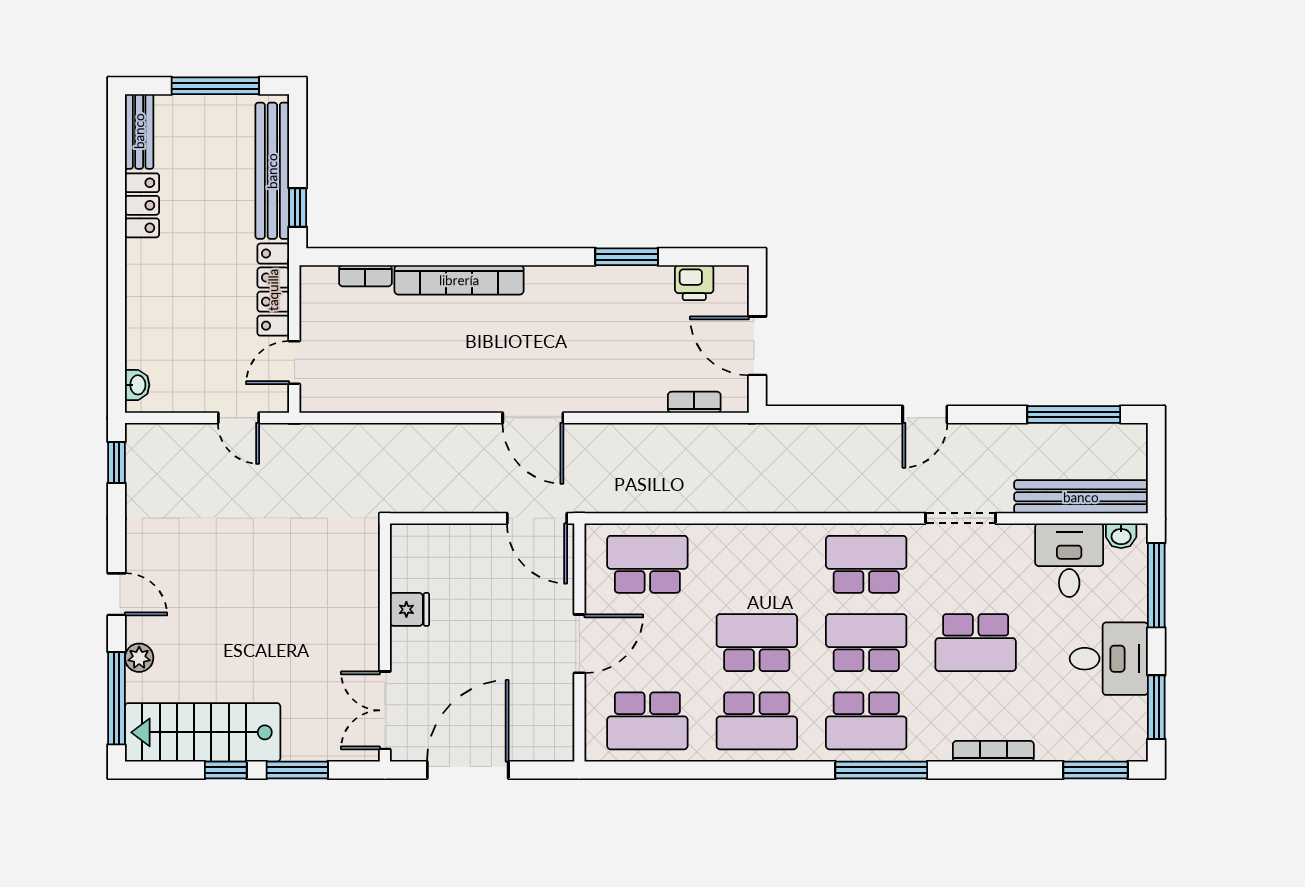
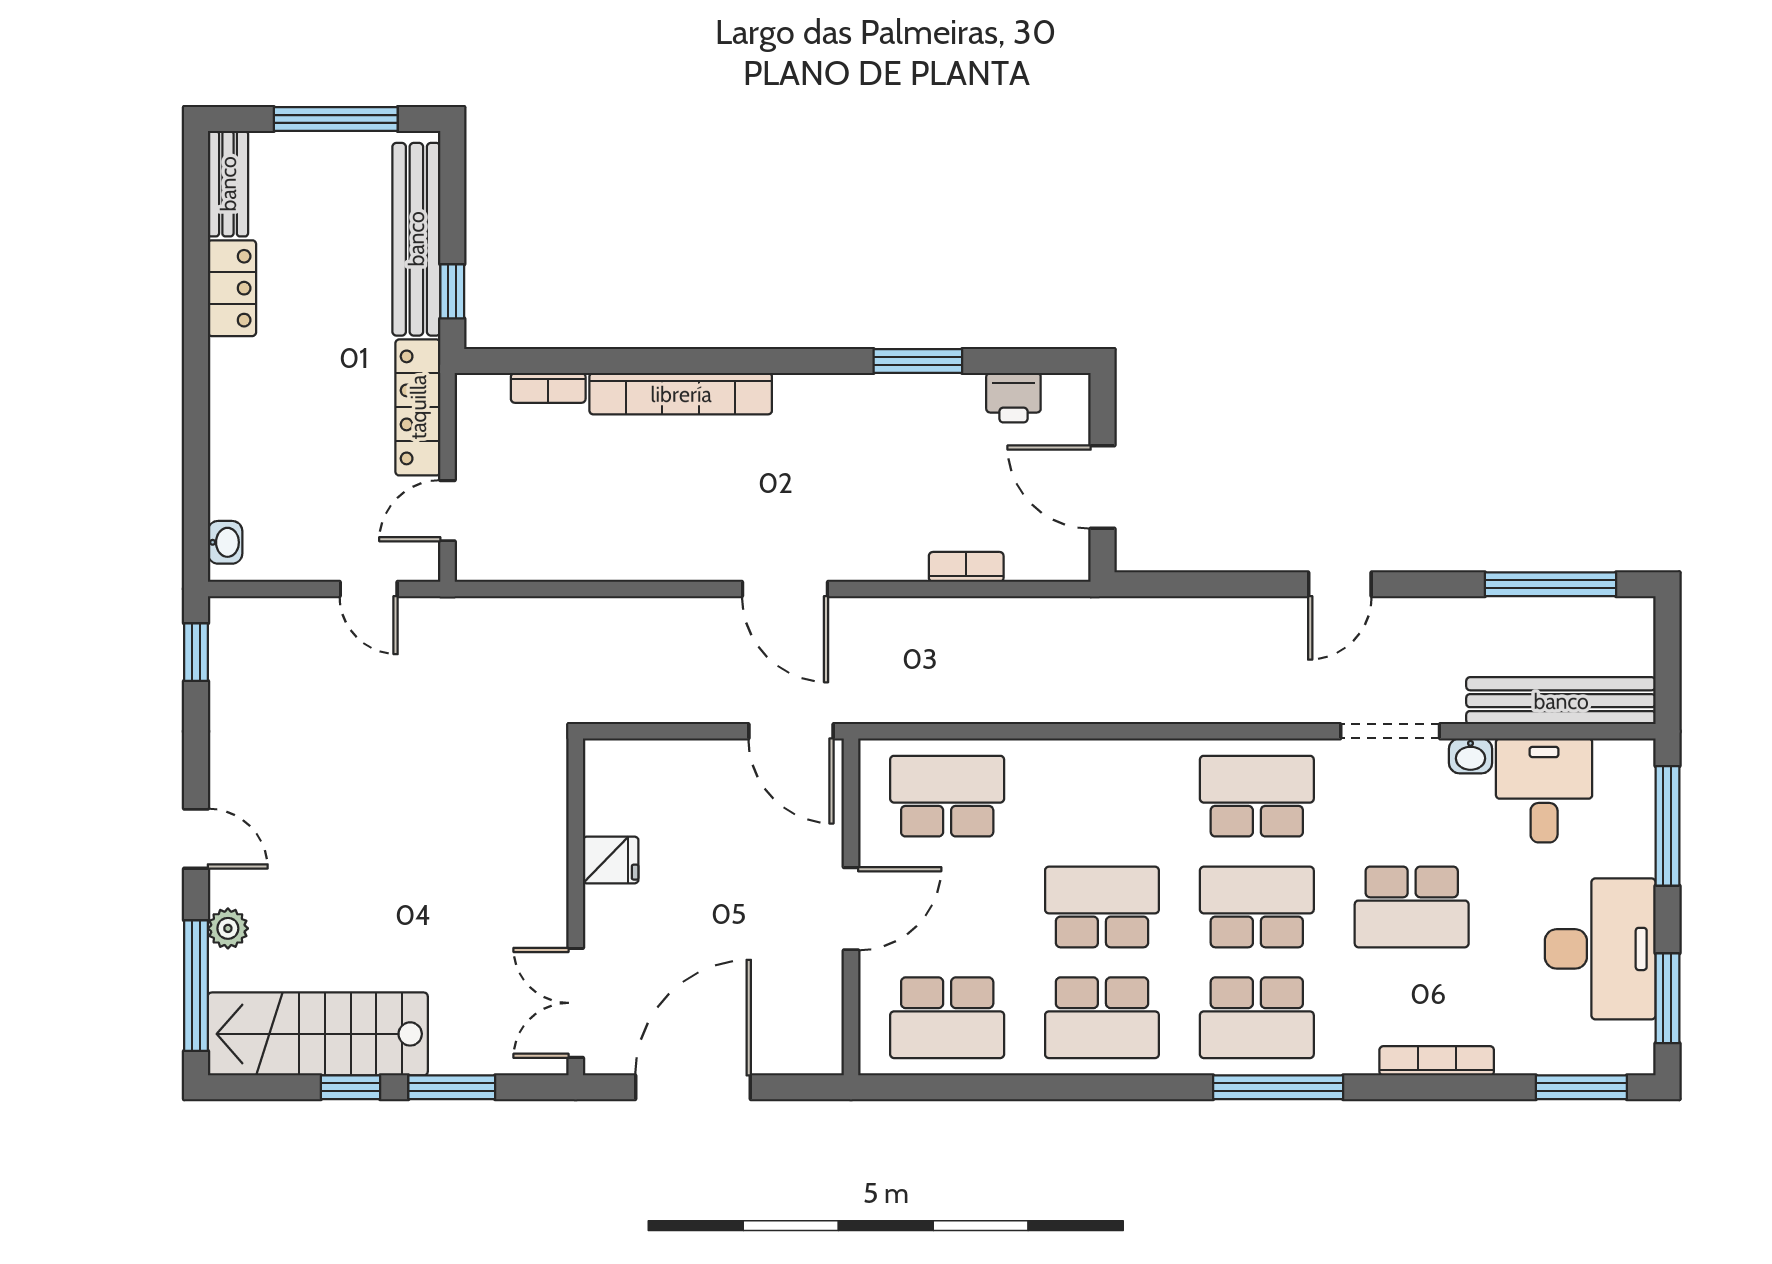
bookcase: (694, 402) -> (966, 567), moved
washbasin: (1121, 536) -> (1470, 756), moved
desk: (1109, 659) -> (1600, 949), width x1.37

